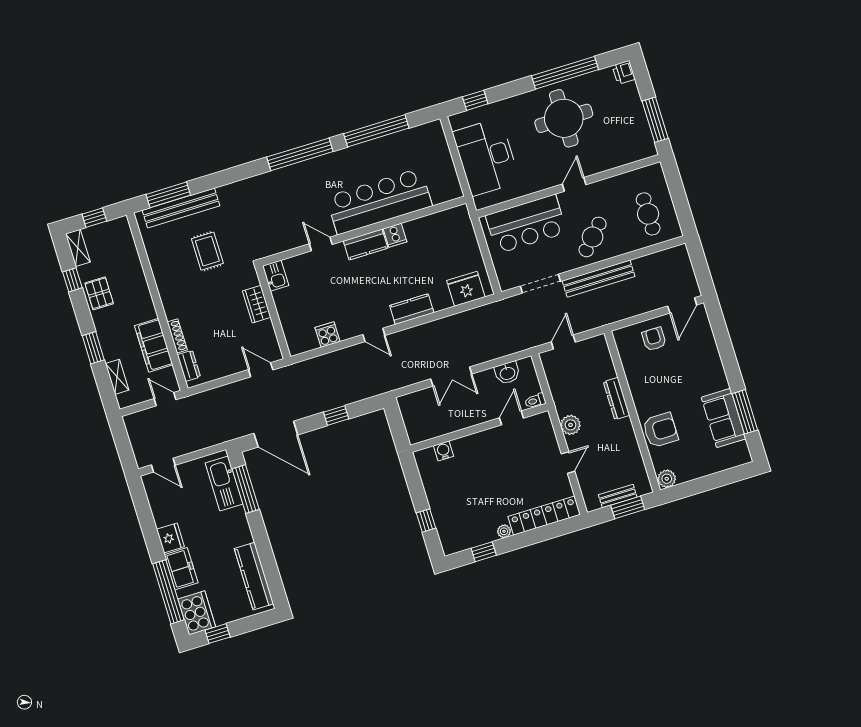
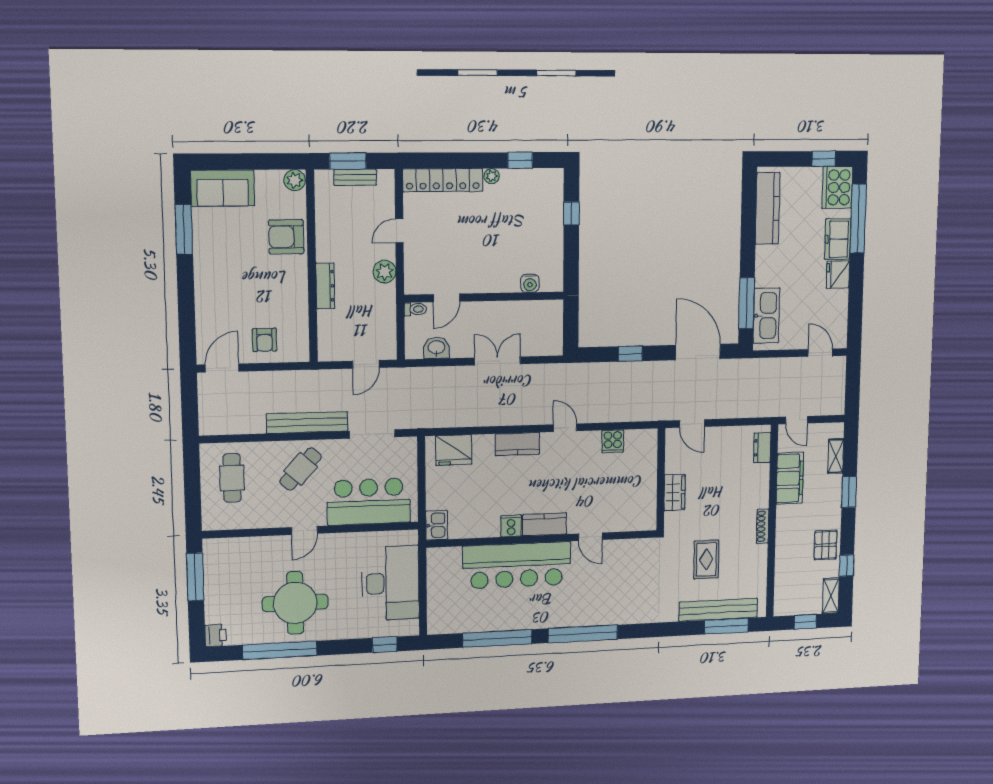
kitchen sink: (276, 276) -> (437, 525), moved, turned 180
shoe rack: (177, 336) -> (763, 526), moved
sofa: (724, 418) -> (223, 188), moved, turned 90

